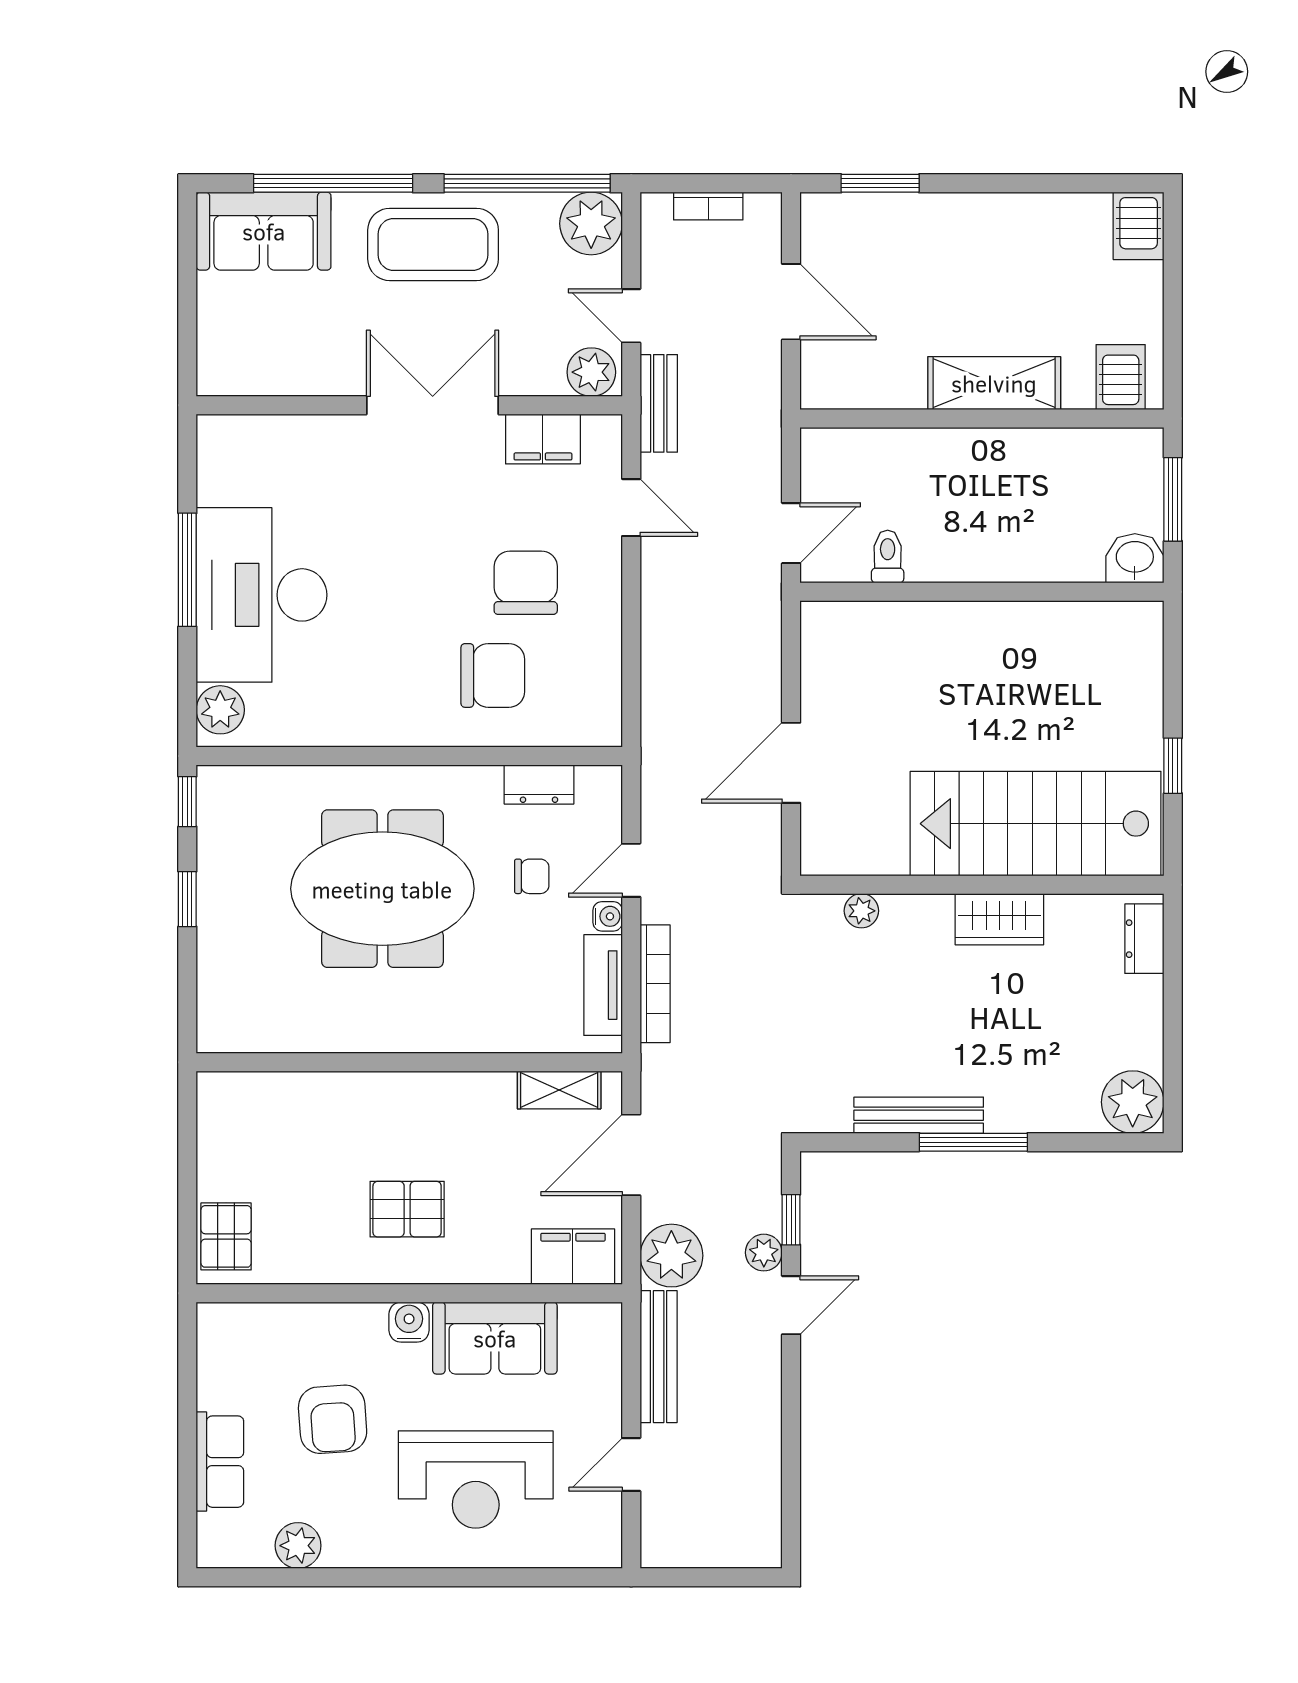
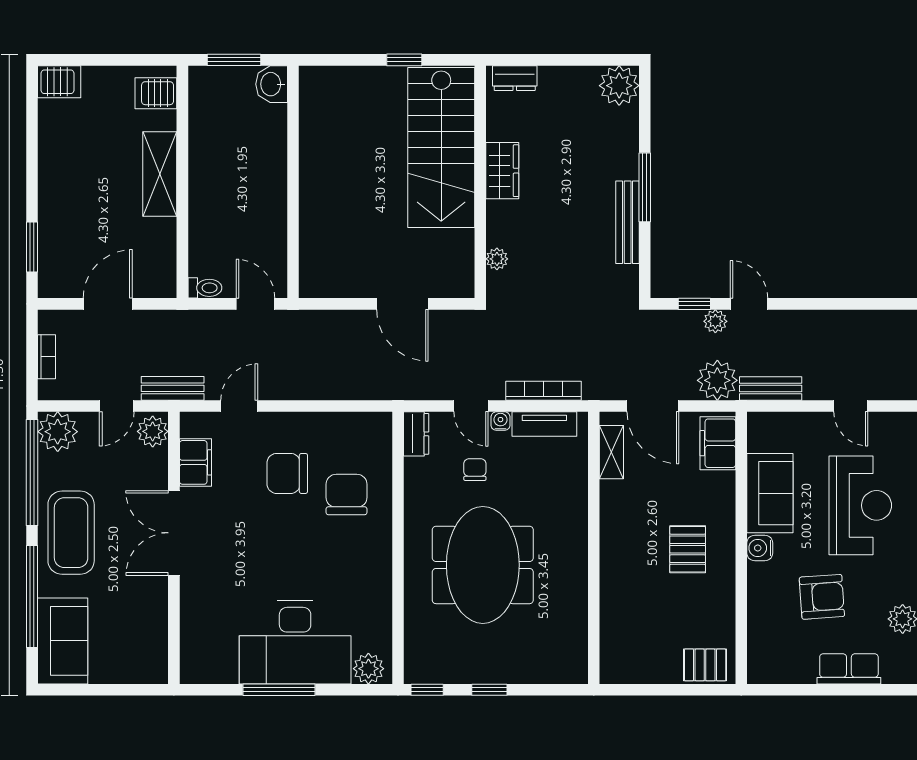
toilet: (888, 557) -> (205, 288), moved, turned 180
dresser: (539, 784) -> (416, 434), moved
bench: (659, 1357) -> (771, 389), width x0.73

